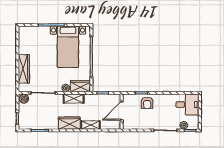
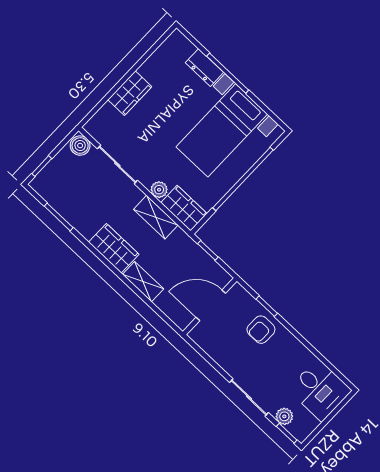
dresser: (41, 31) -> (204, 68), added
wardrobe: (24, 69) -> (130, 93), width x0.67

